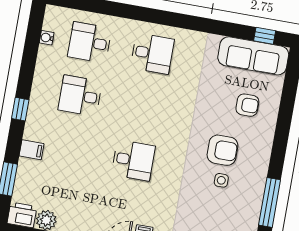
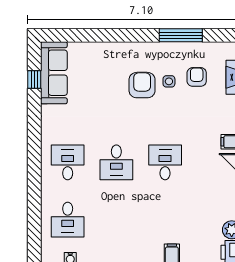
window: (265, 36) -> (34, 79), moved
desk: (80, 96) -> (116, 162), moved
armchair: (247, 105) -> (197, 77), moved

